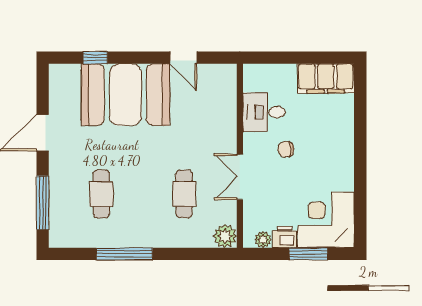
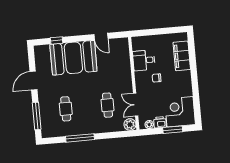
filing cabinet: (326, 78) -> (182, 56), moved, turned 90
double door: (240, 177) -> (136, 105), moved

